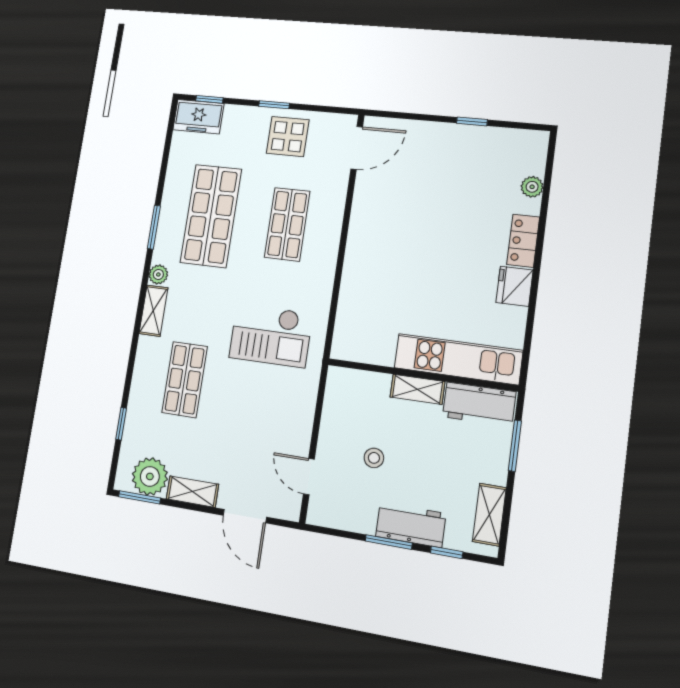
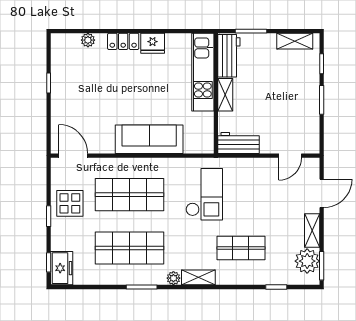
shop shelf: (287, 224) -> (129, 195), width x1.43, depth x1.36
sofa: (365, 263) -> (149, 139), added
stool: (374, 458) -> (272, 116), removed
workbench: (411, 525) -> (238, 143), moved, turned 90

